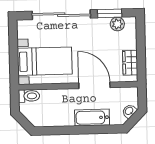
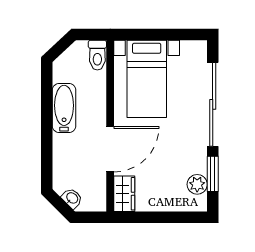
wardrobe: (130, 63) -> (124, 194), moved, turned 90
bathtub: (92, 118) -> (64, 108), moved

